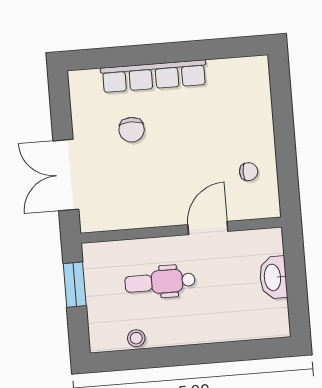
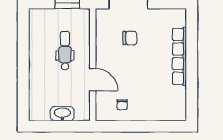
chair: (132, 130) -> (130, 38), moved, turned 180
stool: (136, 338) -> (35, 35), removed

